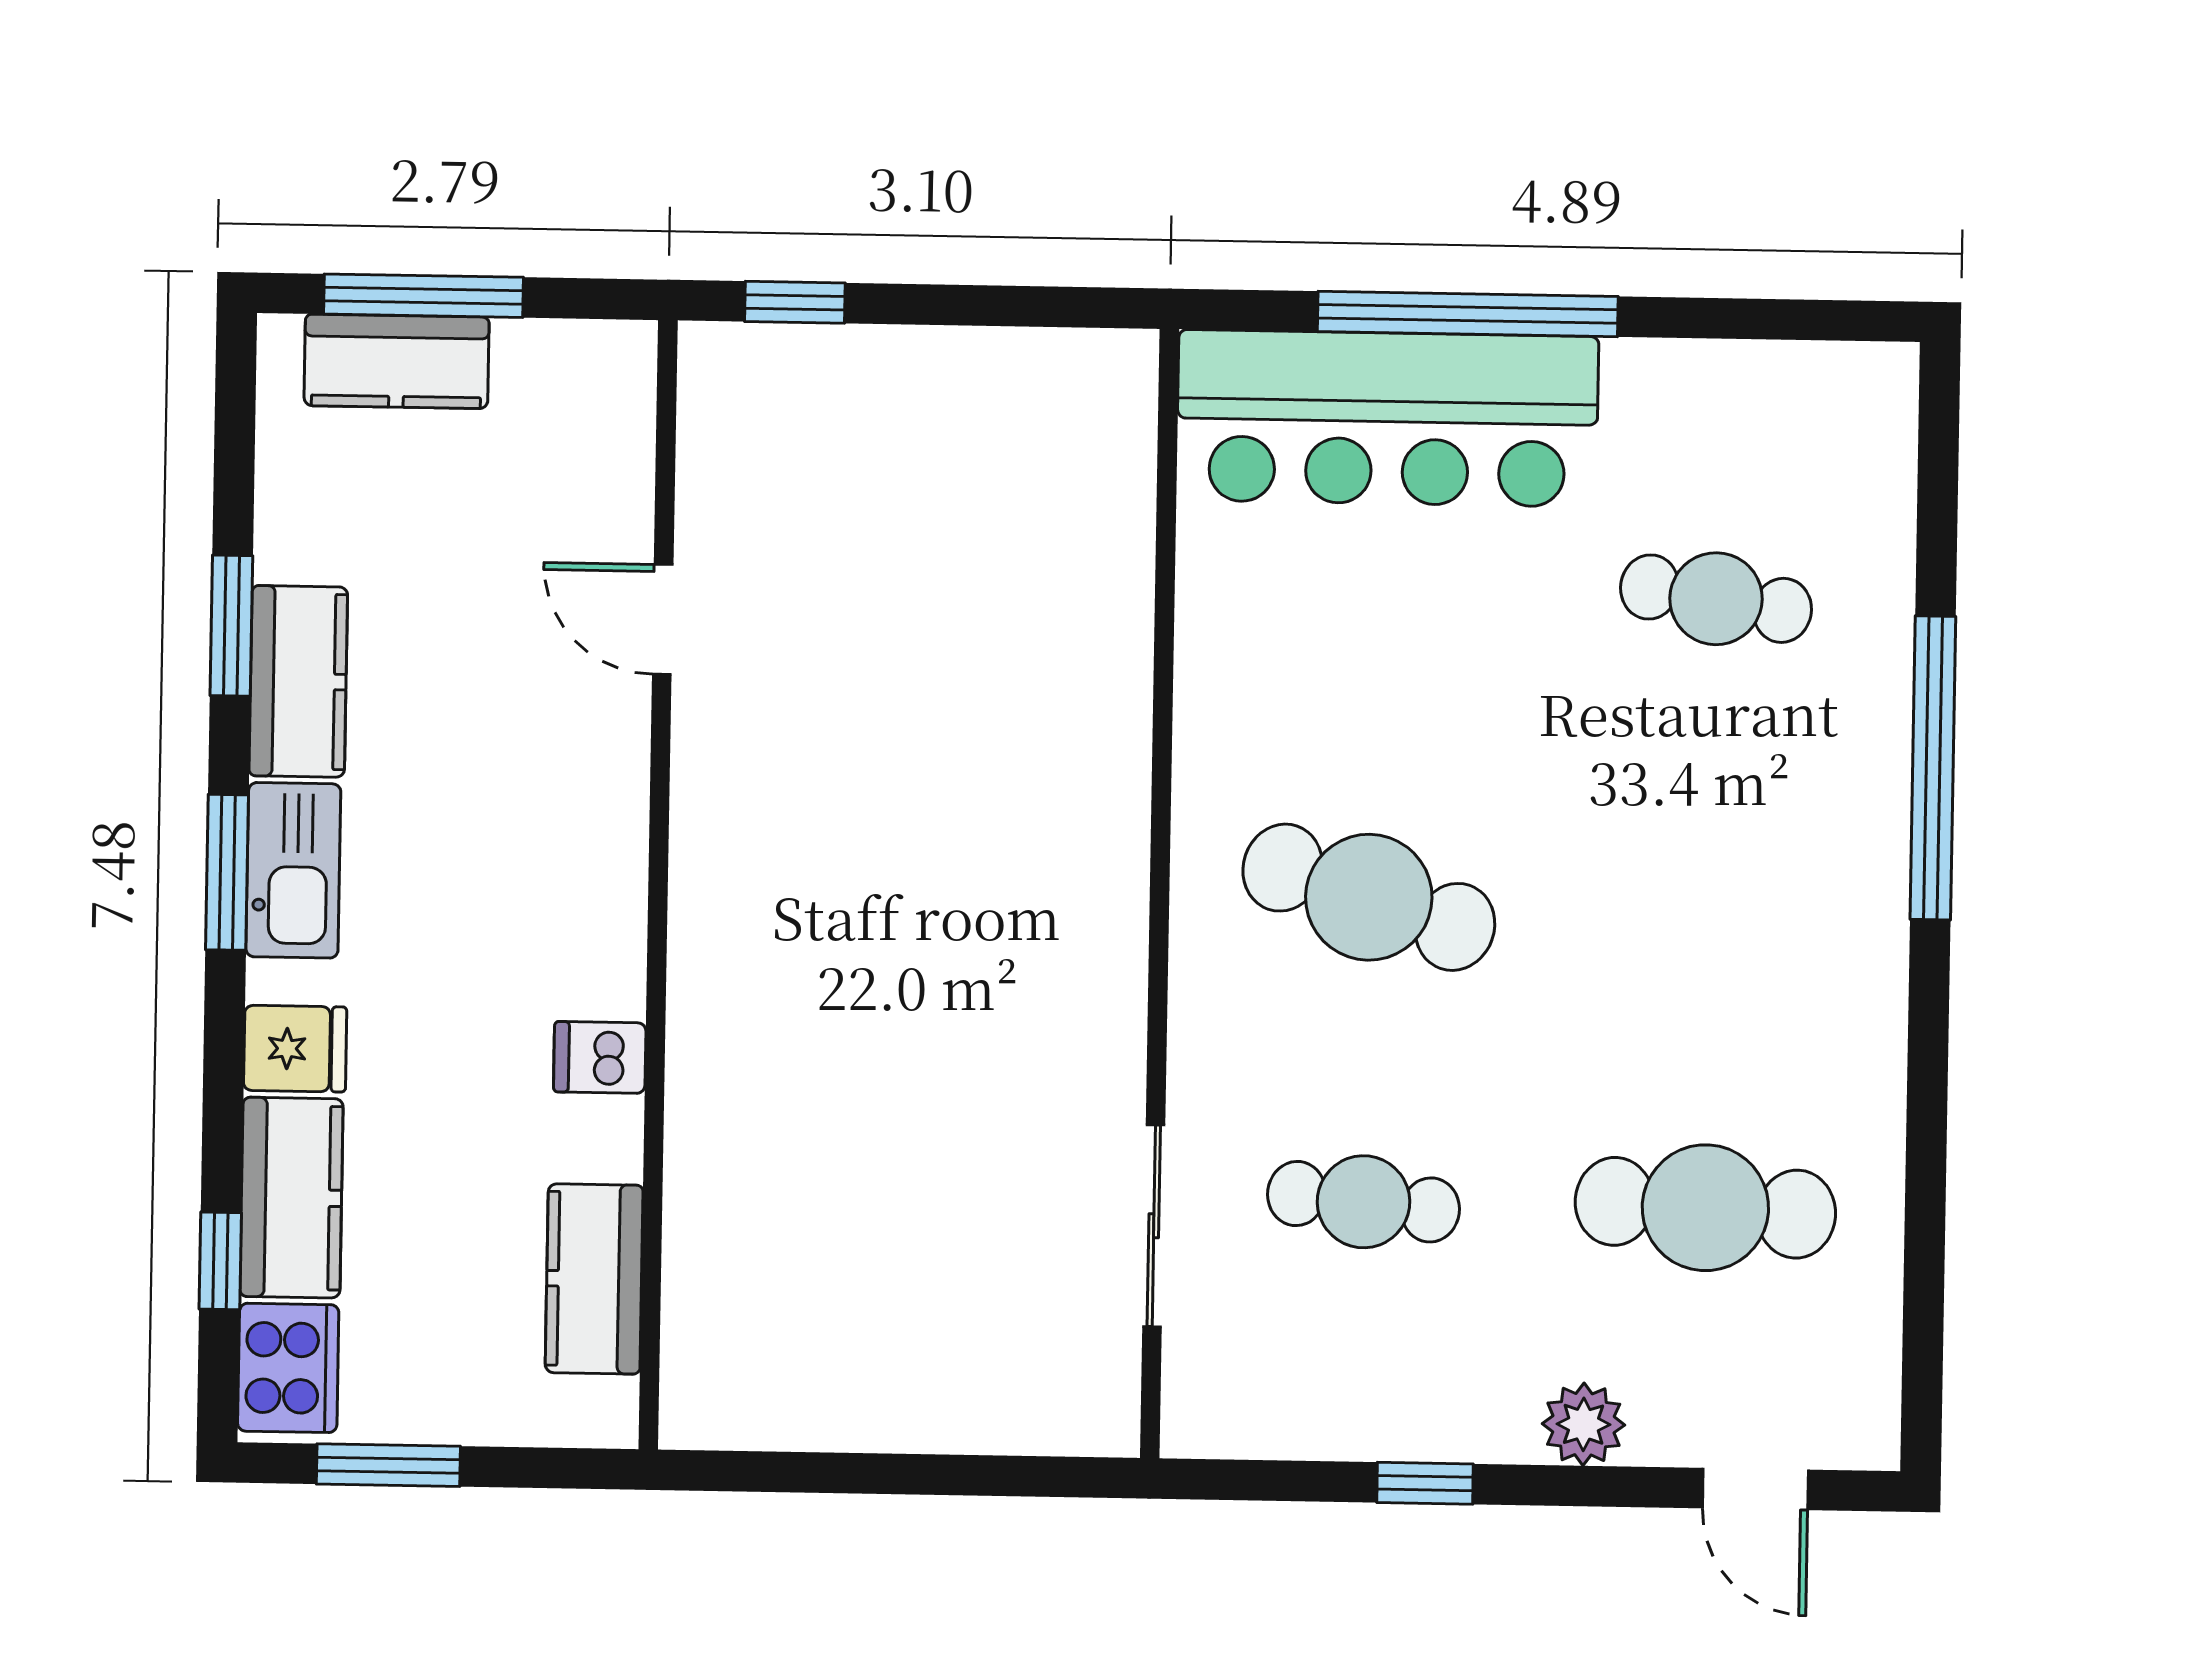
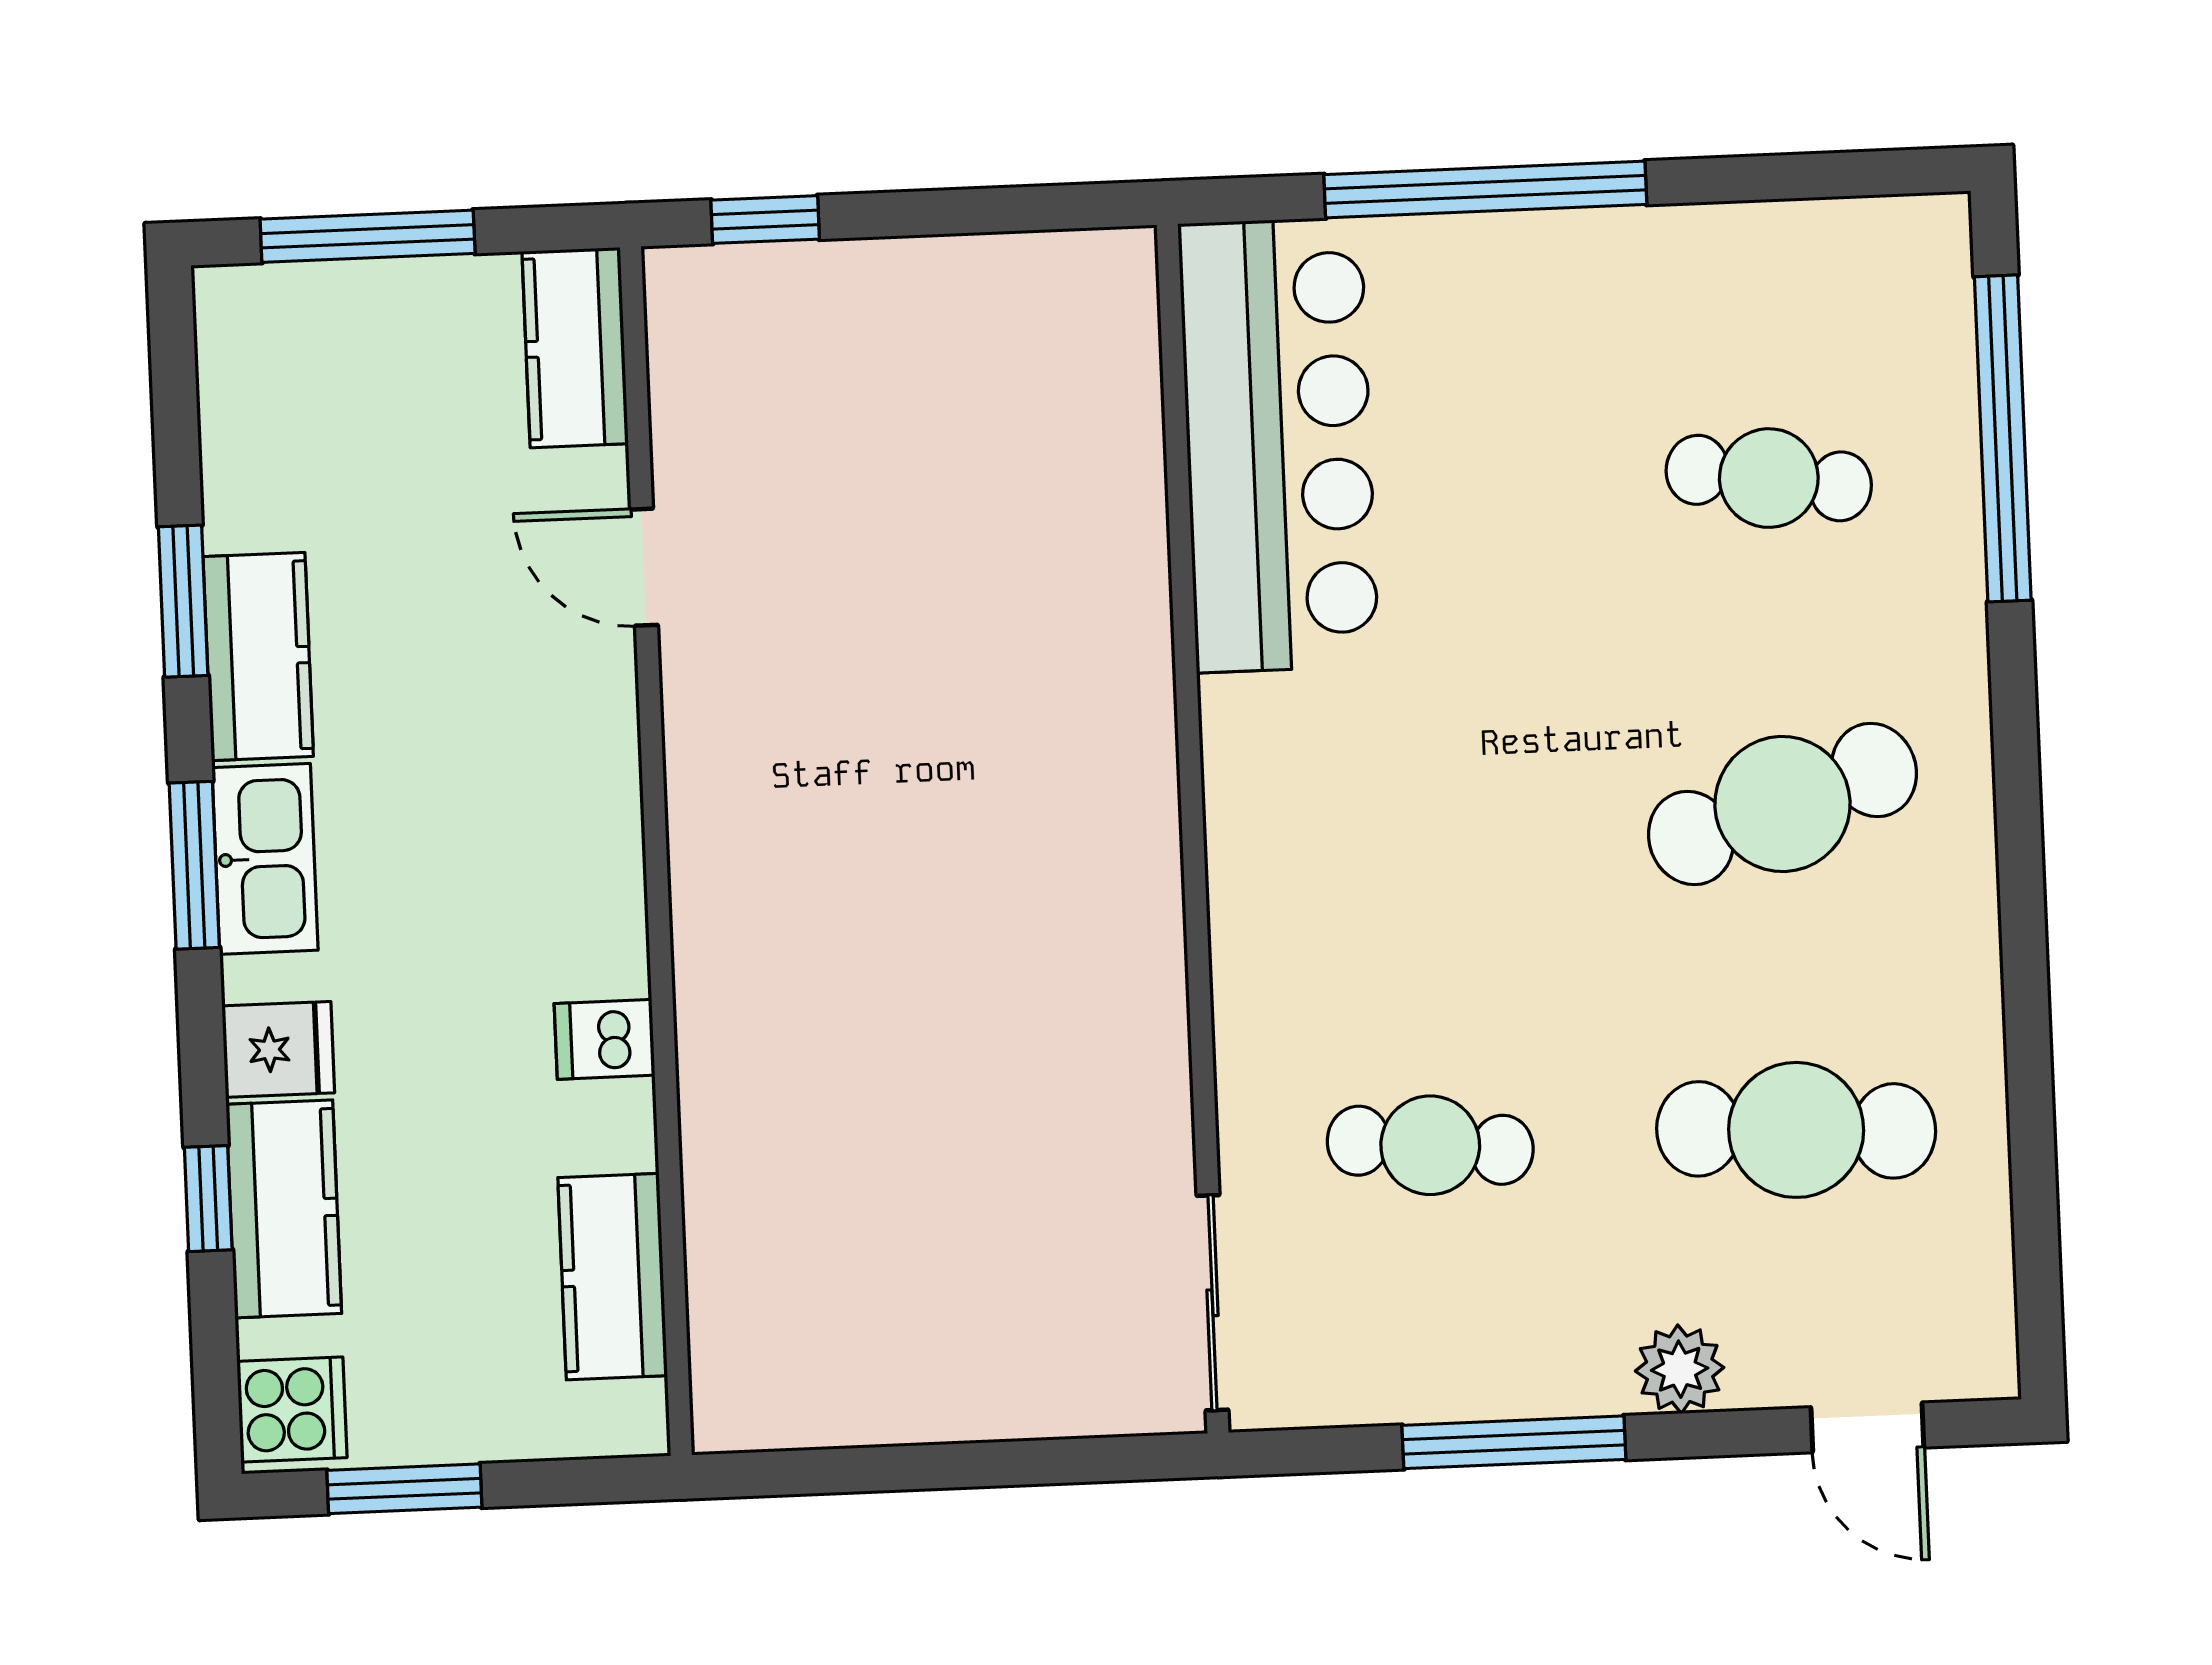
kitchen counter: (397, 361) -> (575, 348), moved, turned 90
bar counter: (1388, 418) -> (1279, 445), moved, turned -90
window: (1933, 768) -> (2003, 438), moved
cafe table: (1369, 897) -> (1782, 804), moved, turned -36
sliding door: (1154, 1226) -> (1212, 1303), moved
window: (220, 1261) -> (208, 1199), moved
cooker: (288, 1368) -> (292, 1409), width x0.73
window: (1425, 1483) -> (1514, 1442), width x2.17

